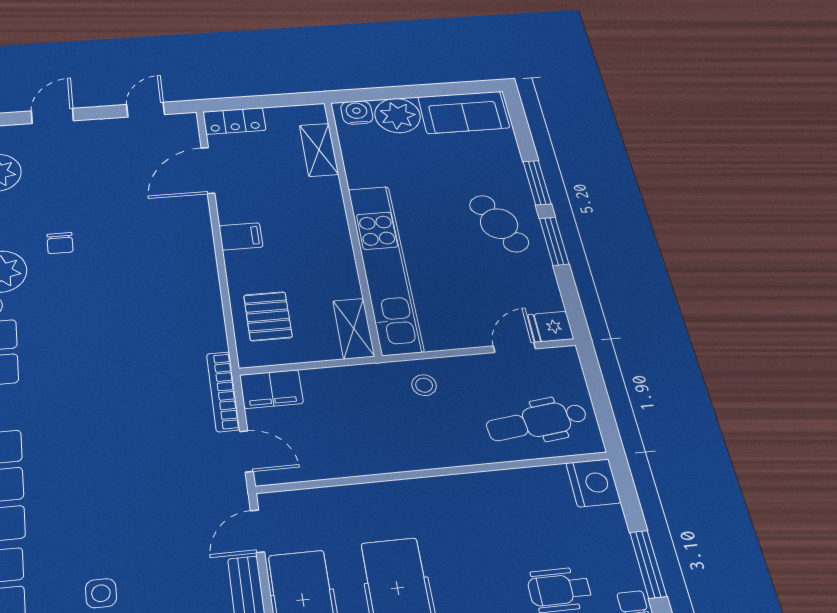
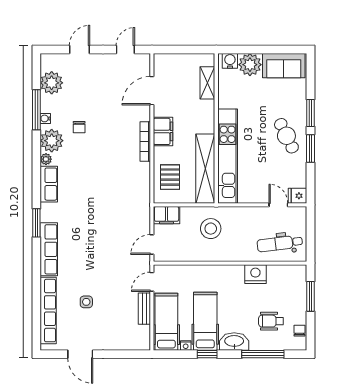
locker: (234, 121) -> (168, 61), removed
filing cabinet: (241, 236) -> (163, 131), width x2.00
shelving: (354, 329) -> (205, 169), width x2.20, depth x1.33
door: (514, 347) -> (278, 205), hinge flipped
stool: (424, 385) -> (211, 229), moved, width x1.89, depth x1.89
bookcase: (223, 391) -> (145, 142), moved
door: (246, 451) -> (152, 244), swing flipped
nightstand: (593, 483) -> (255, 274), moved, turned -90
window: (648, 564) -> (310, 296), moved

